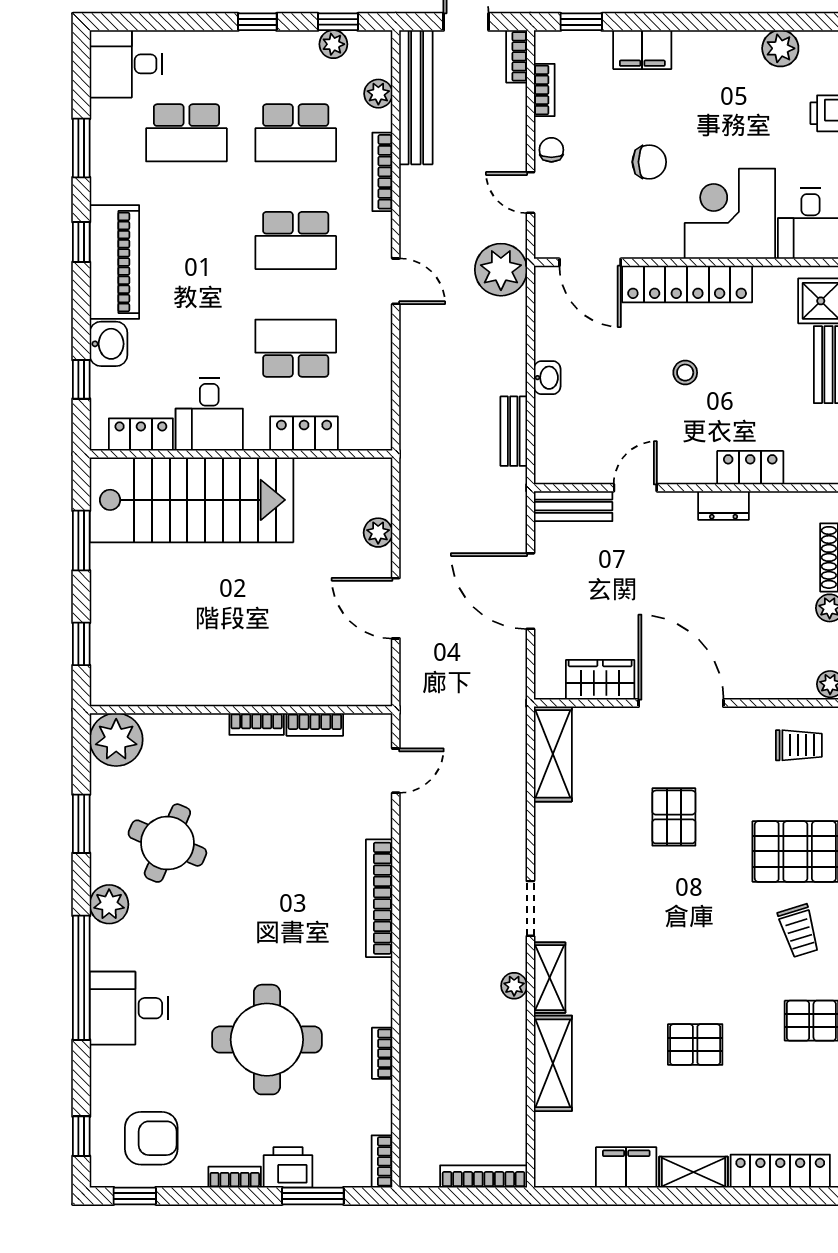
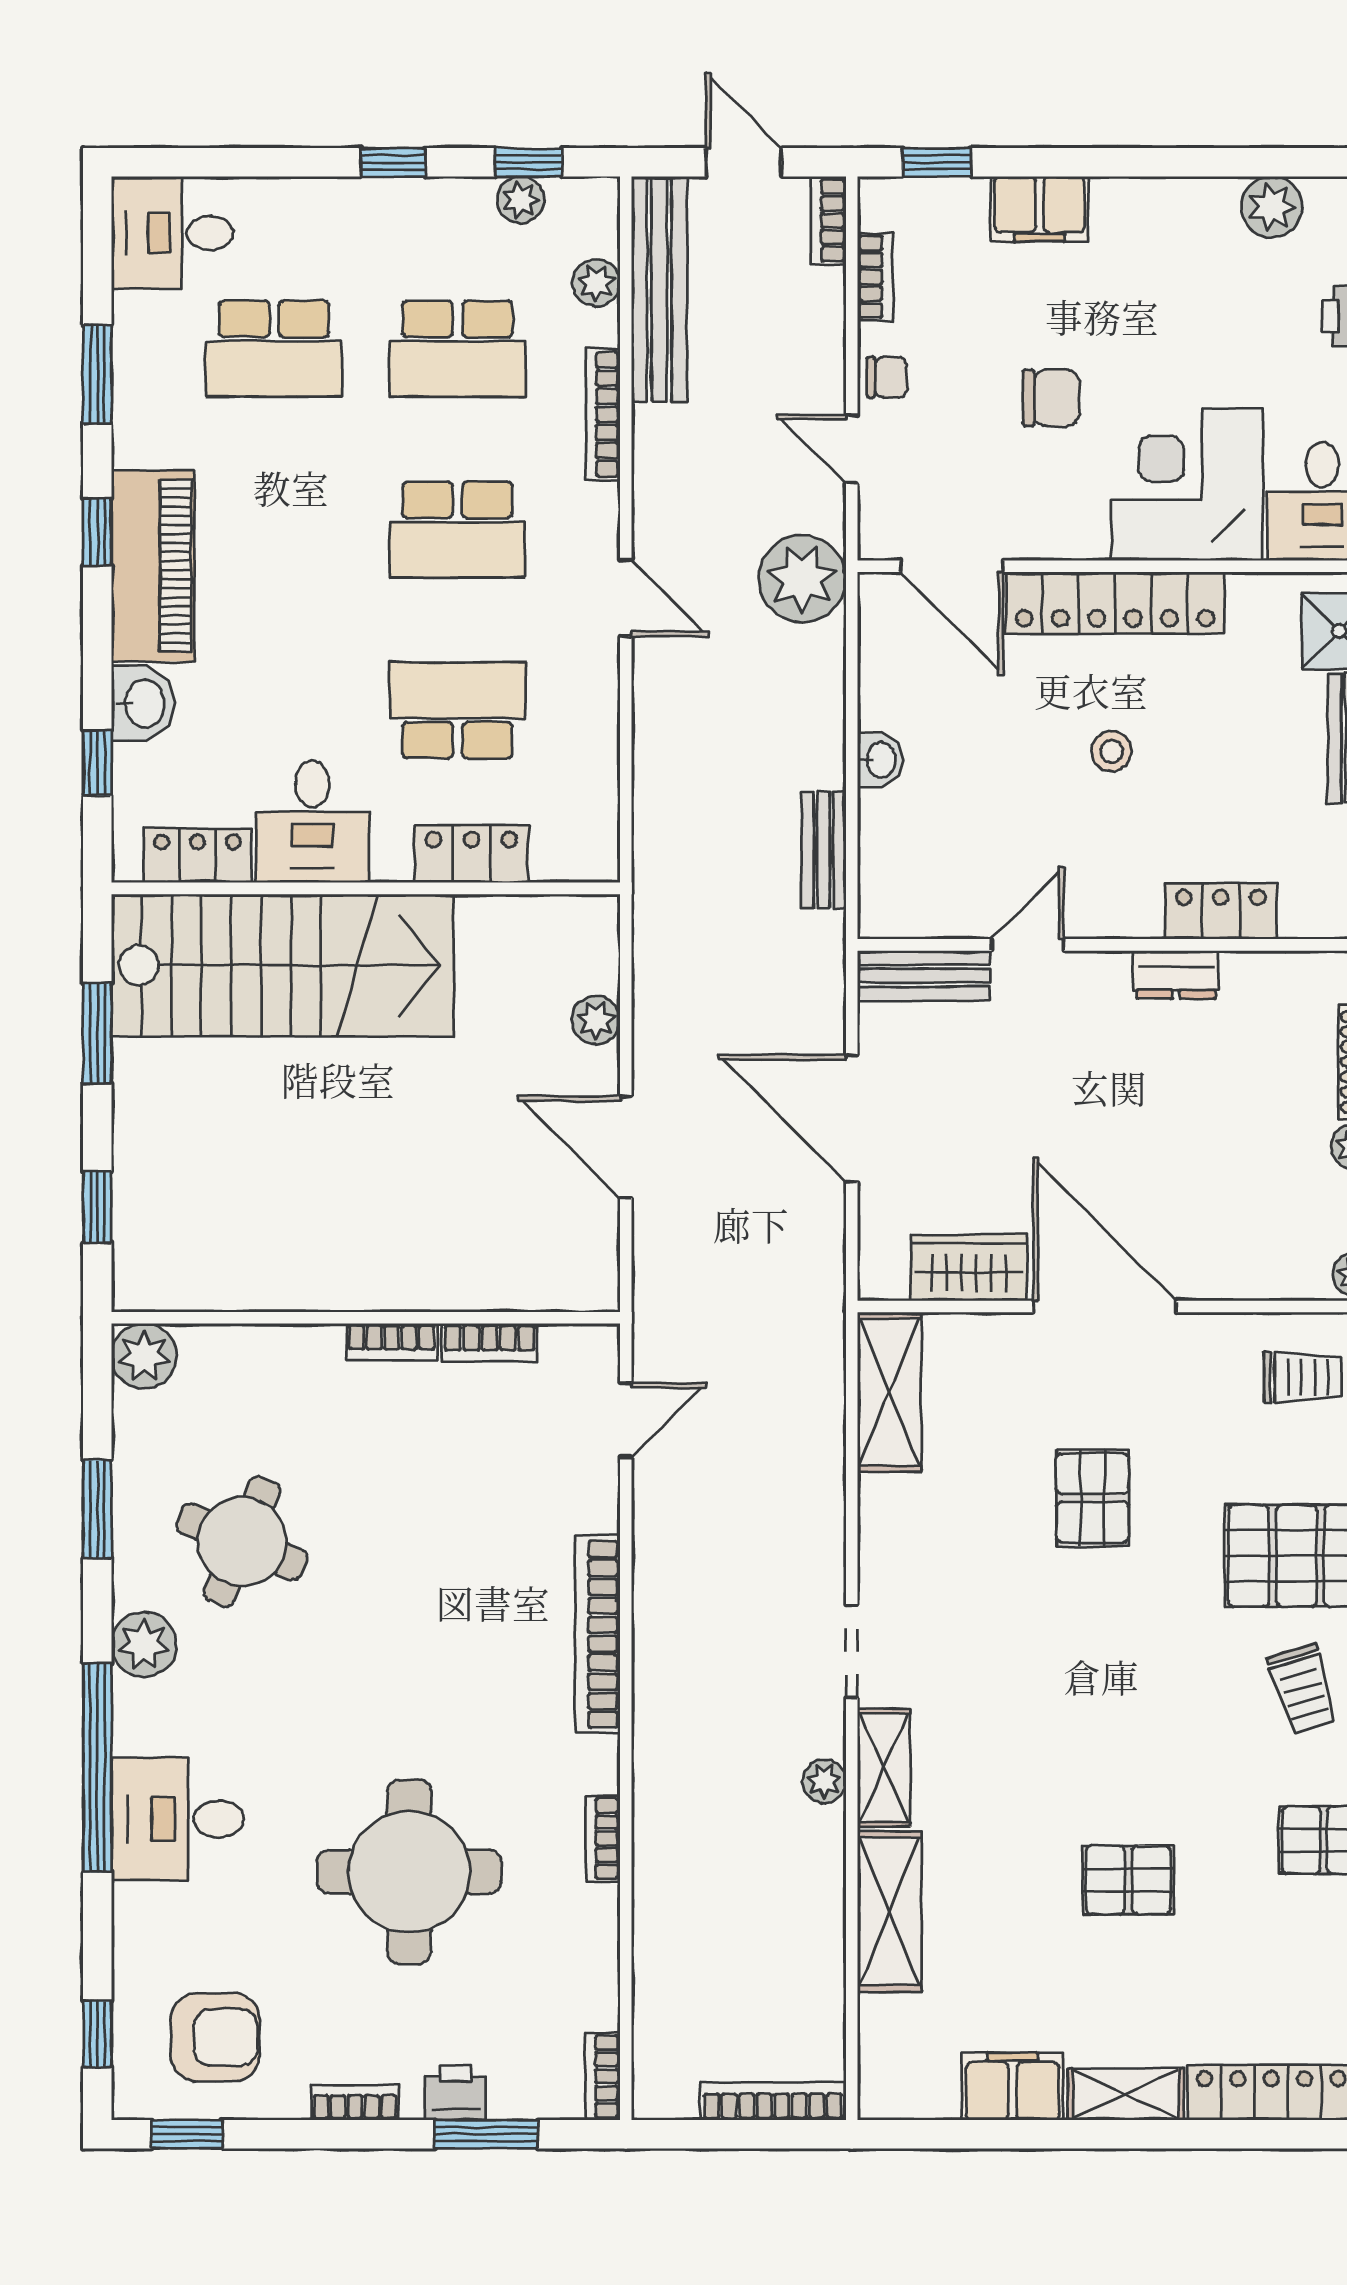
chair: (551, 150) -> (887, 377), turned 90
plant: (116, 740) -> (144, 1356), width x0.73, depth x0.73
bookcase: (382, 1053) -> (603, 1839), moved
printer: (288, 1167) -> (456, 2093), width x0.73, depth x0.81

